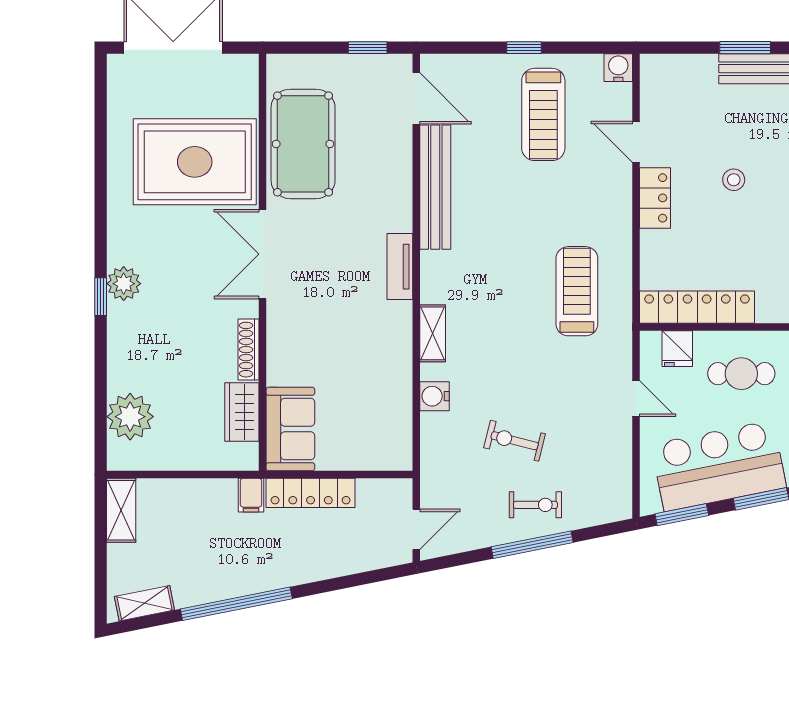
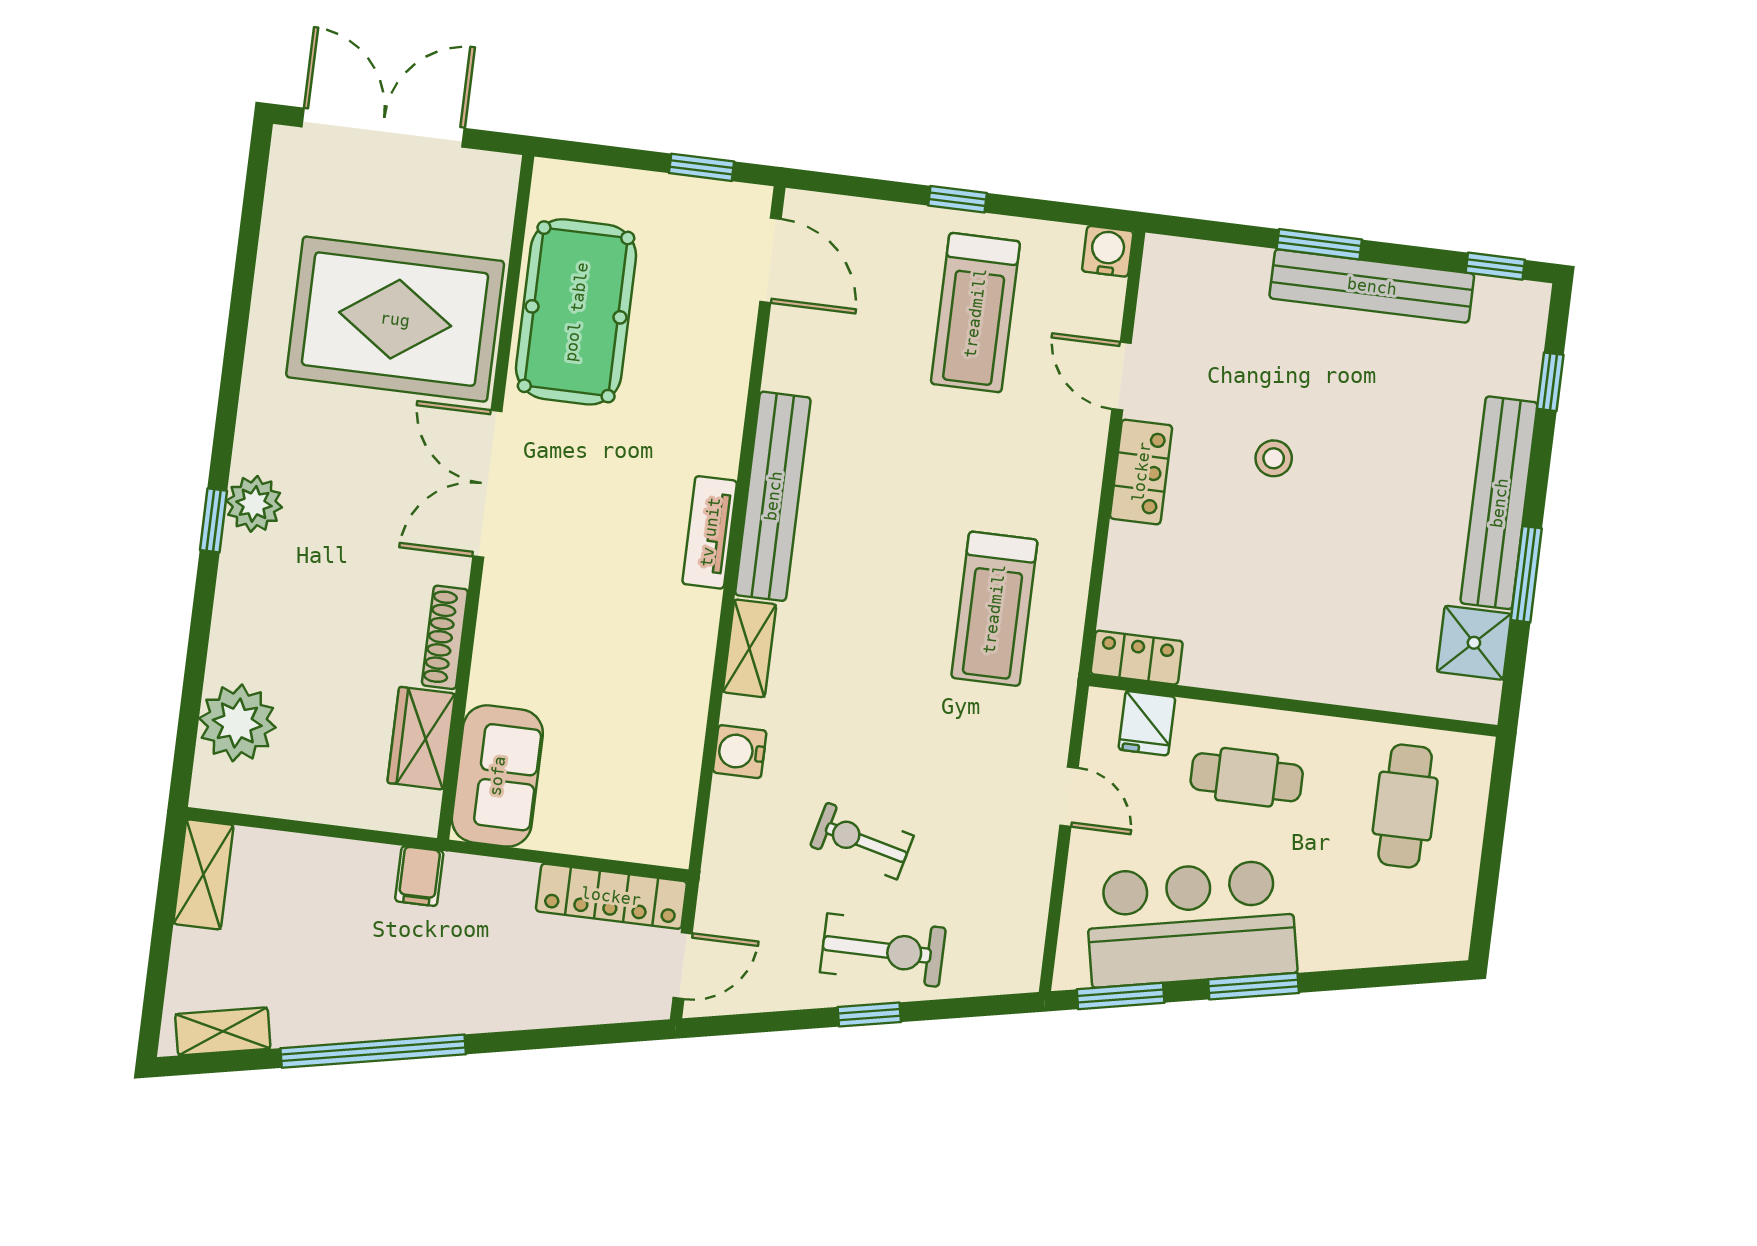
bench: (435, 187) -> (773, 496), moved
treadmill: (577, 291) -> (994, 609), turned 180
locker: (697, 307) -> (1137, 658), width x0.46, depth x0.83
locker: (311, 493) -> (611, 896), moved
exercise bike: (535, 505) -> (883, 950), width x1.38, depth x1.39
window: (532, 545) -> (869, 1015), width x0.46

